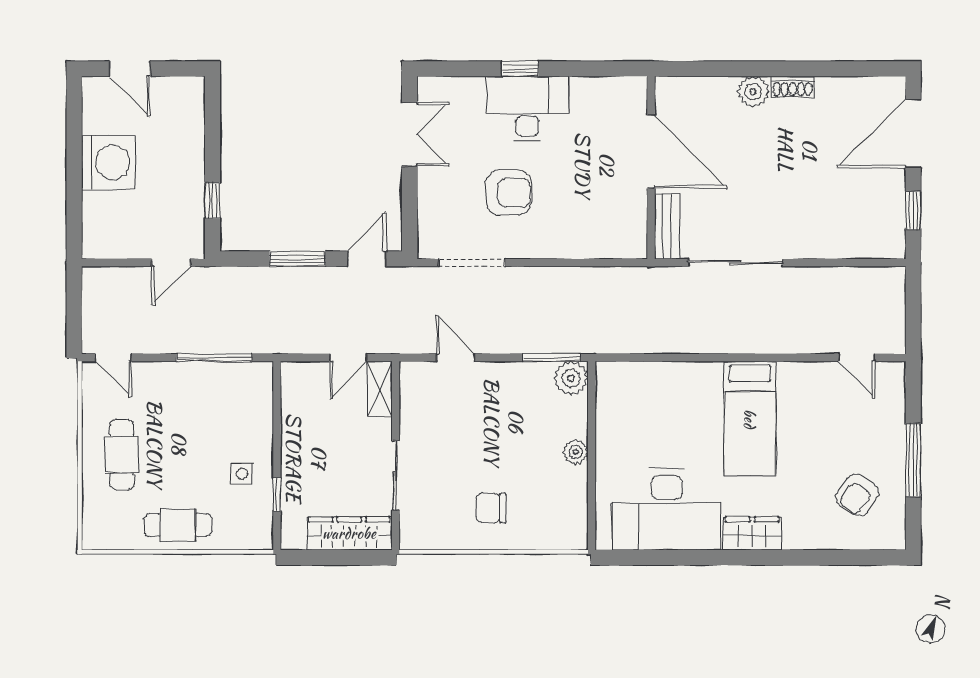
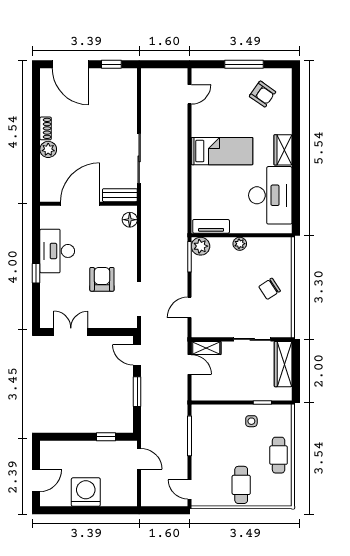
desk: (527, 109) -> (57, 251), moved
floor lamp: (621, 245) -> (130, 220), added
door: (113, 358) -> (190, 489), swing flipped
tv unit: (608, 398) -> (211, 226), added
cafe table: (122, 455) -> (241, 485), turned 90
chair: (491, 508) -> (270, 289), turned 57

